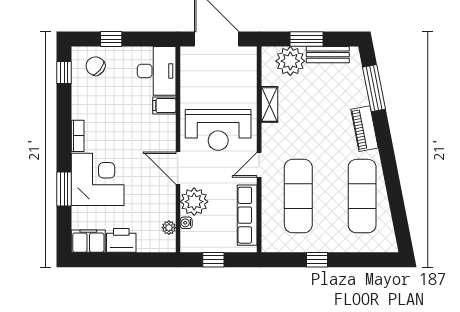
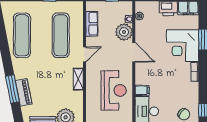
window: (374, 88) -> (12, 89), moved
shelving: (270, 104) -> (78, 79), moved
piano: (364, 129) -> (24, 92), moved
reception desk: (218, 130) -> (114, 90), moved, turned 90
row of seats: (247, 215) -> (92, 24), width x0.68

